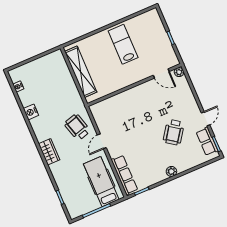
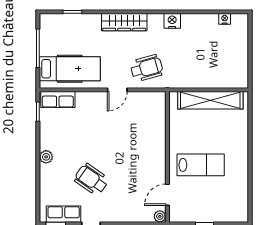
lab bench: (123, 44) -> (201, 165), moved
nightstand: (31, 112) -> (172, 21), moved
door: (102, 141) -> (117, 90), swing flipped
wardrobe: (49, 152) -> (124, 22), width x1.50
row of seats: (125, 175) -> (58, 100), width x0.68

